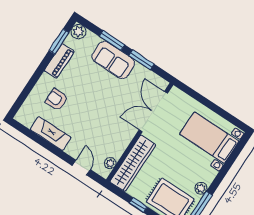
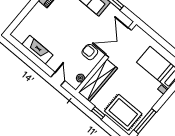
armchair: (57, 100) -> (90, 52), moved
plant: (201, 188) -> (148, 106), removed

